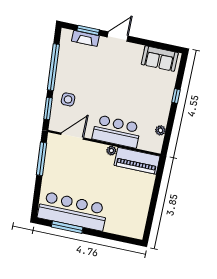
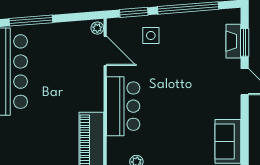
plant: (111, 151) -> (97, 28), moved
window: (41, 159) -> (31, 21), moved

